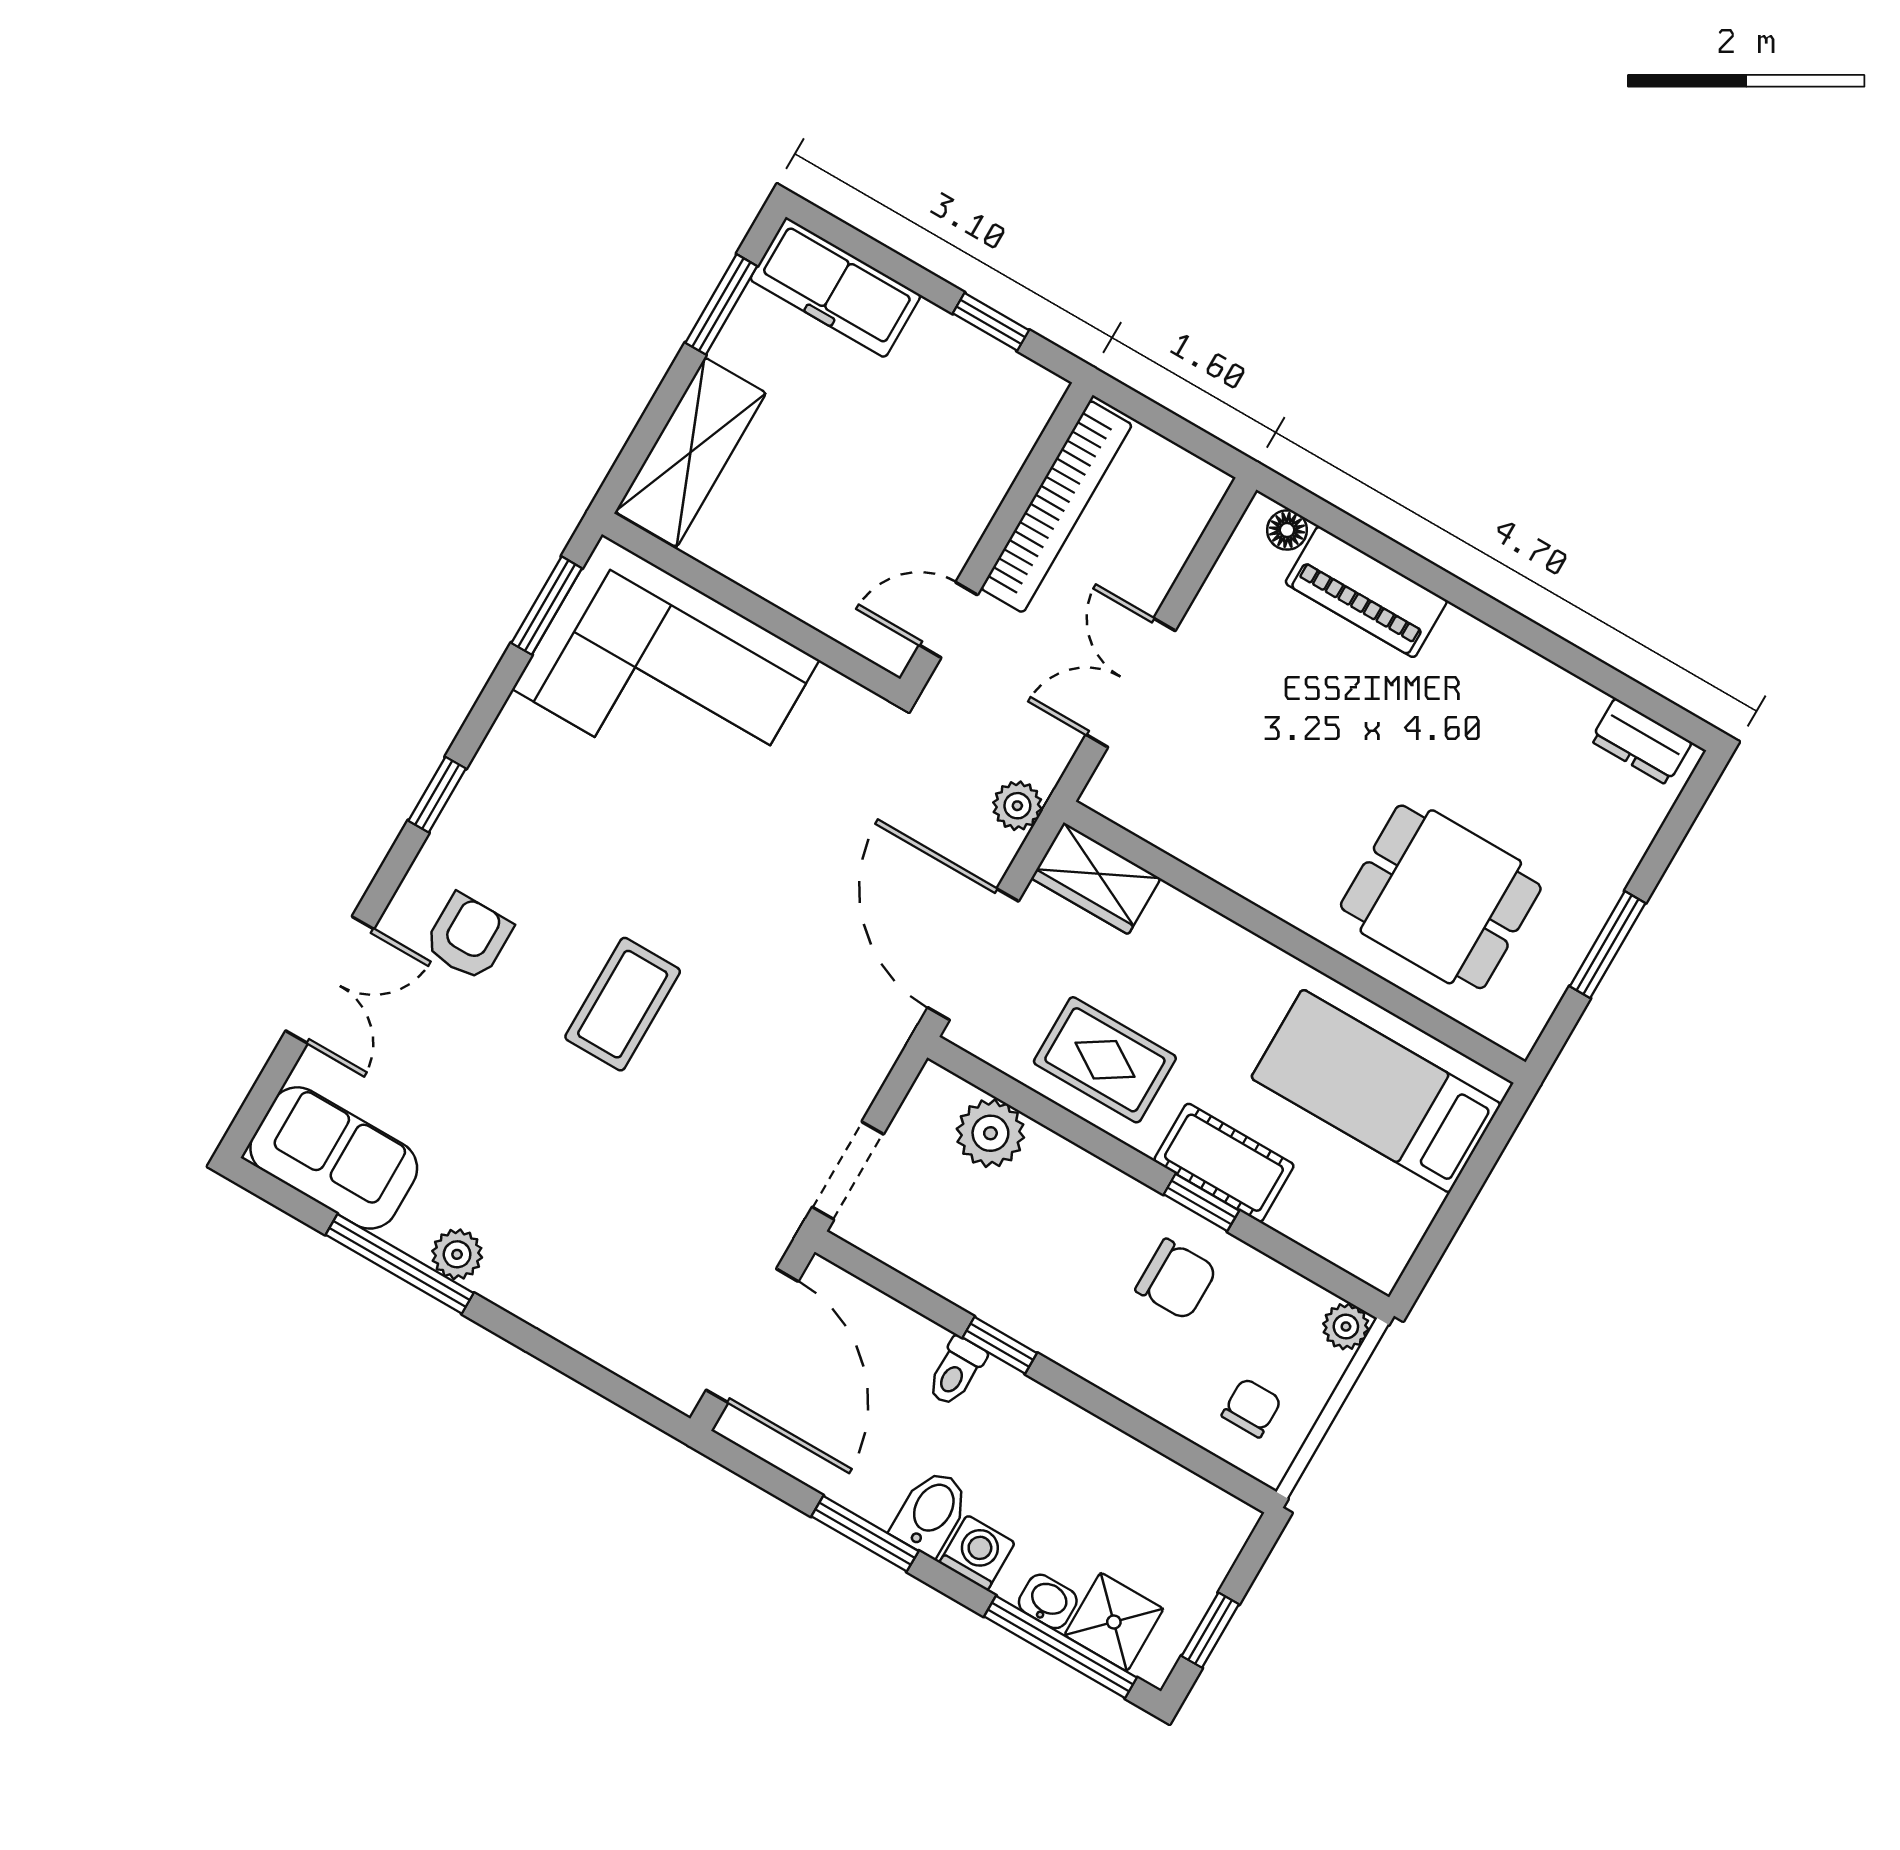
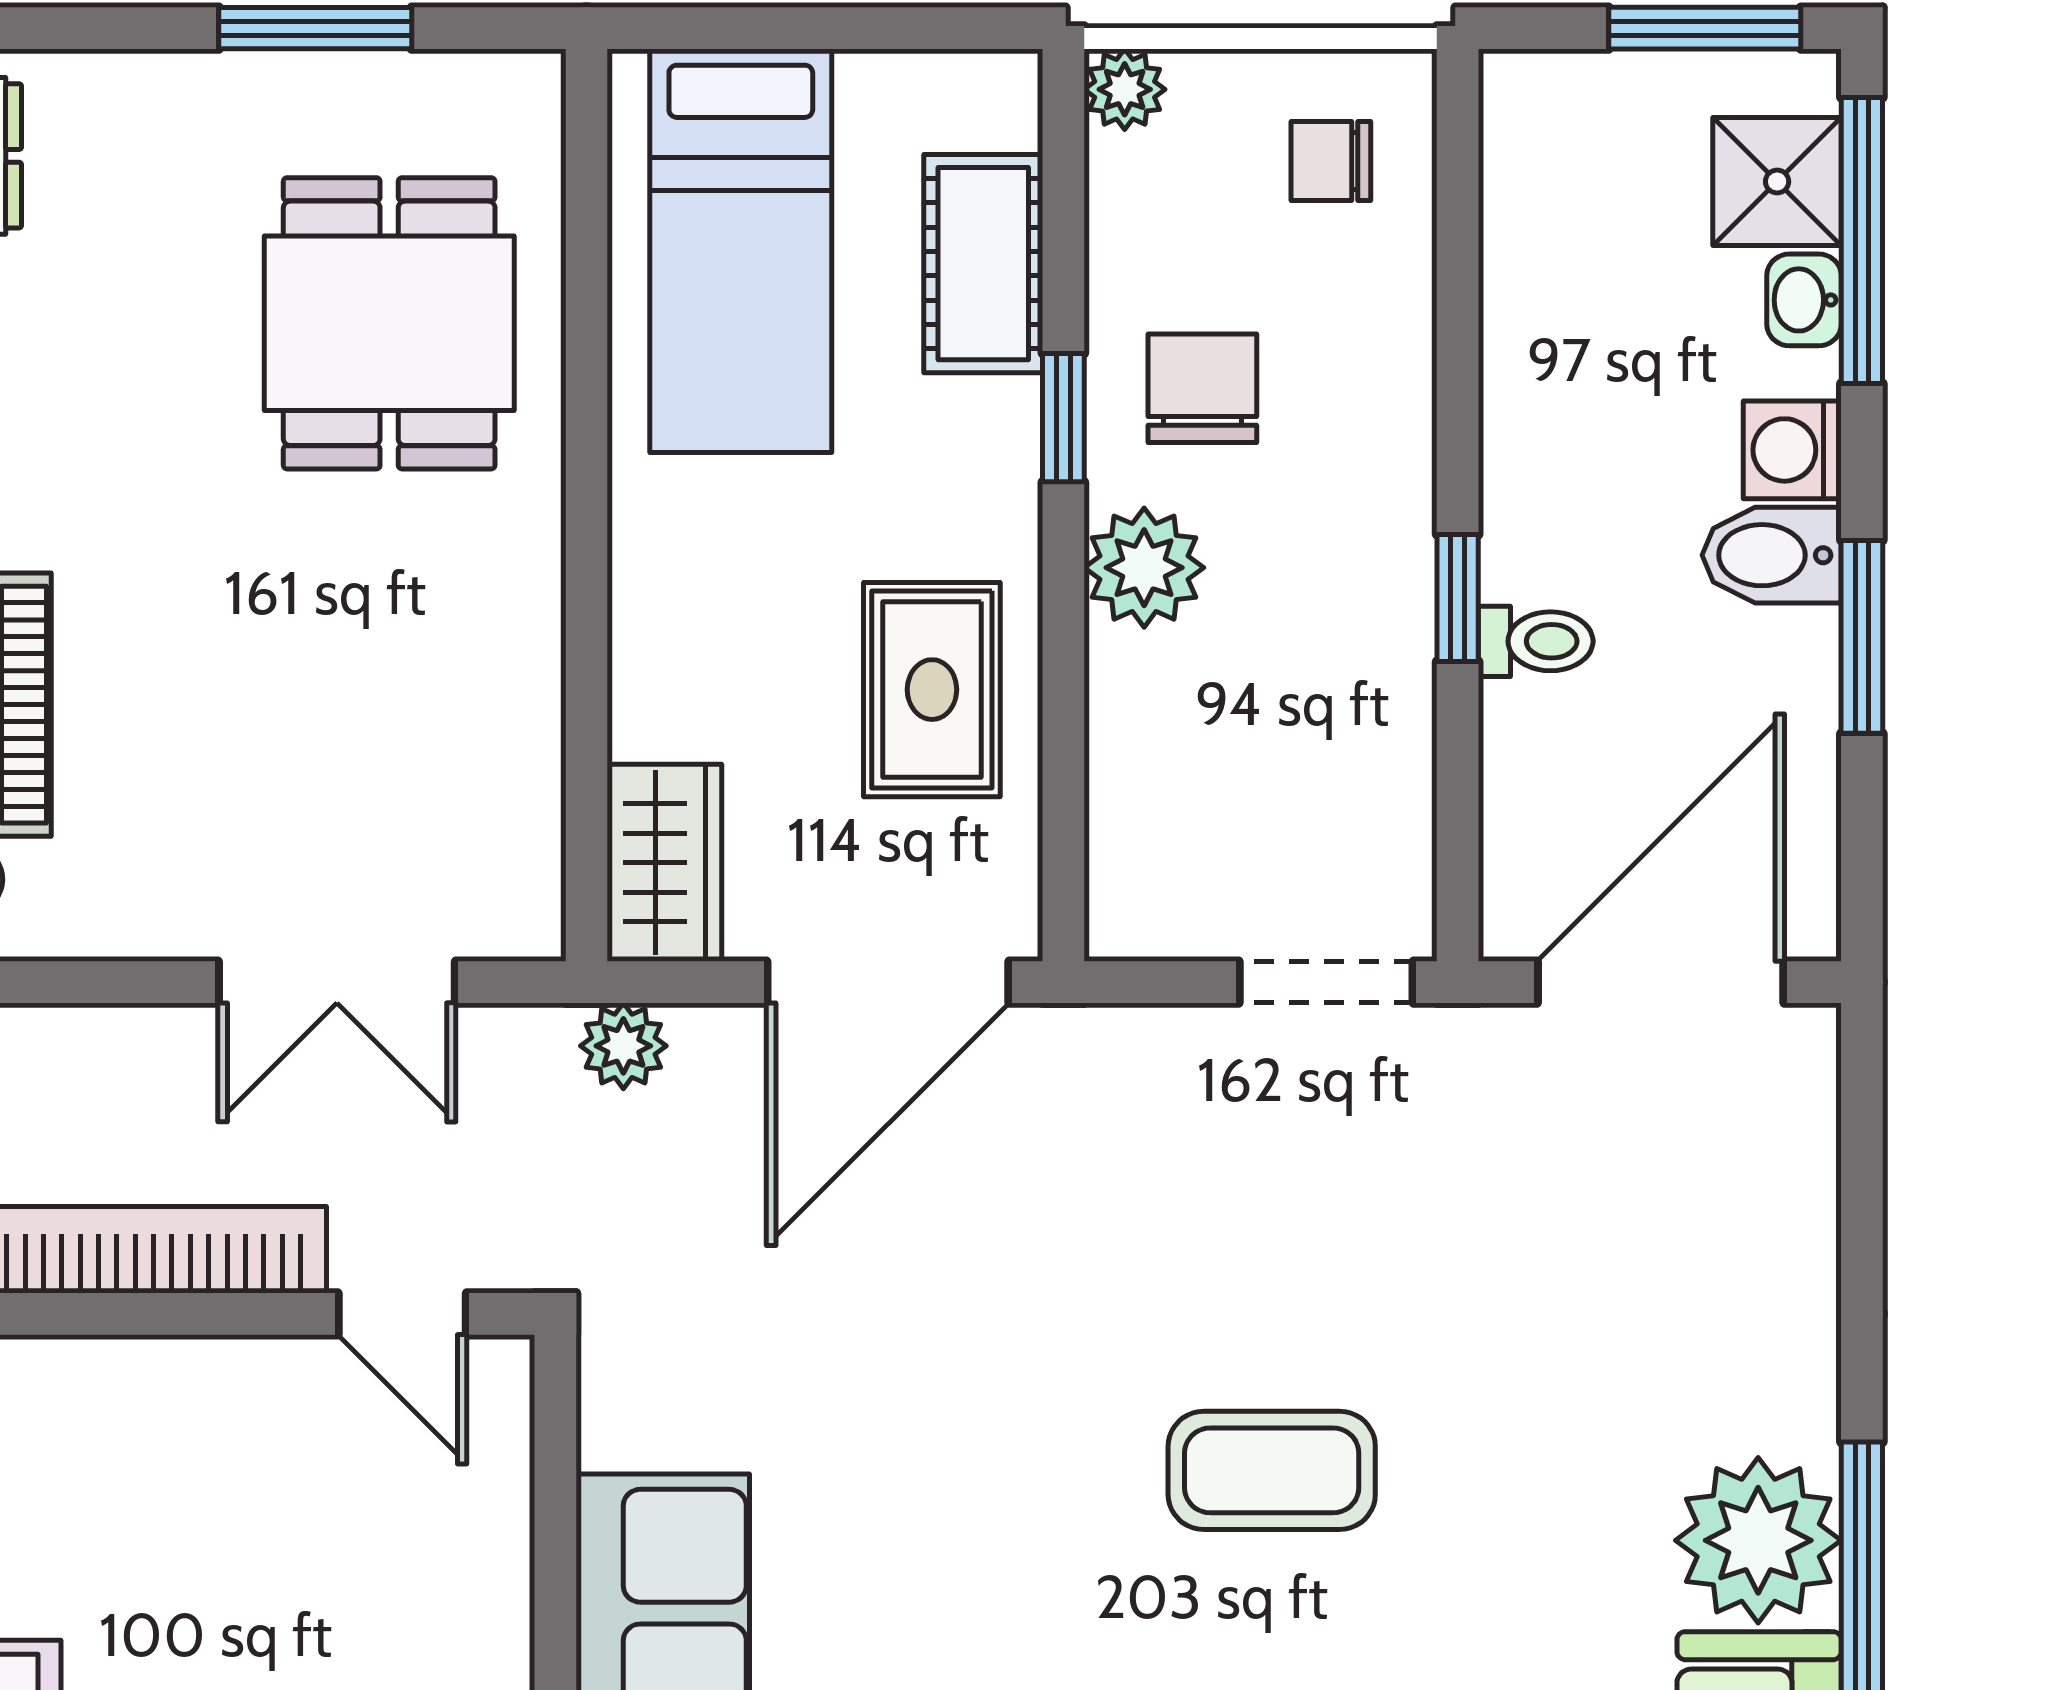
plant: (990, 1133) -> (1144, 568), moved
cot: (1224, 1163) -> (983, 264), moved
plant: (457, 1254) -> (1758, 1540), width x1.87, depth x1.87
window: (1210, 1630) -> (1705, 28), width x1.50

